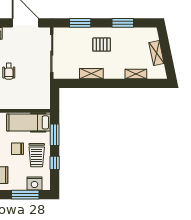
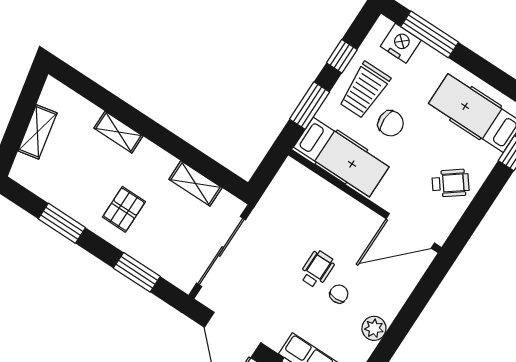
pallet: (102, 45) -> (124, 209), turned 90
shelving: (91, 74) -> (195, 183), moved
shelving: (136, 74) -> (118, 132), moved
trolley: (37, 155) -> (364, 90), turned 180

